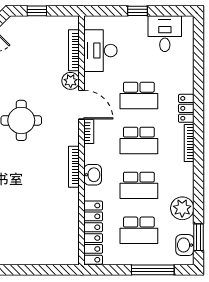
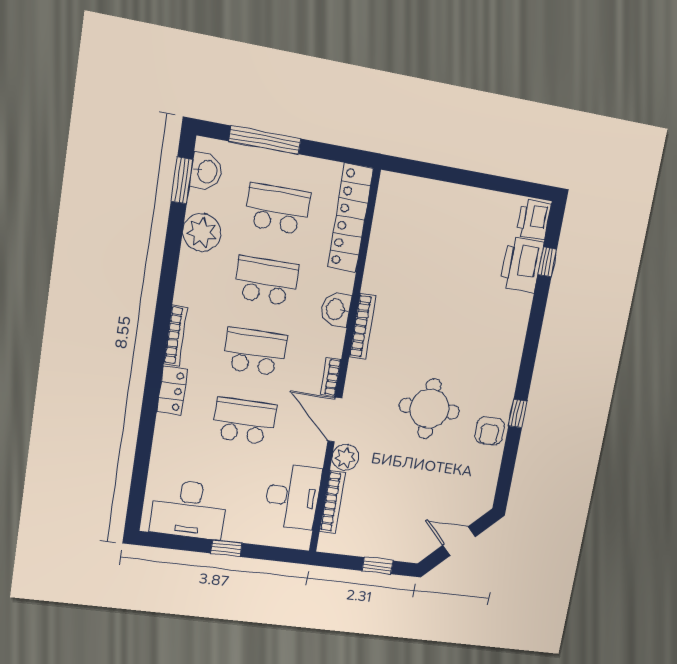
desk: (165, 34) -> (189, 509), width x1.37

